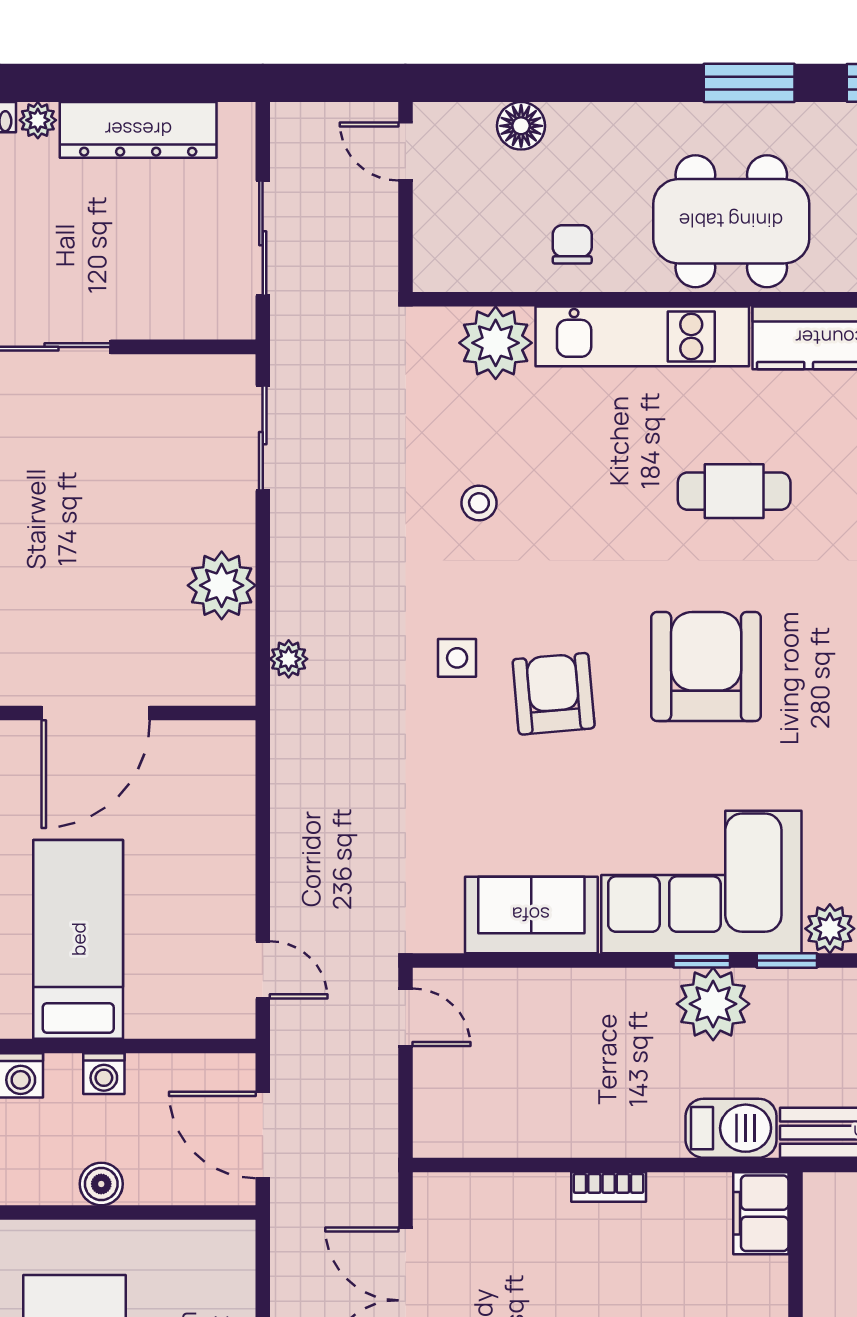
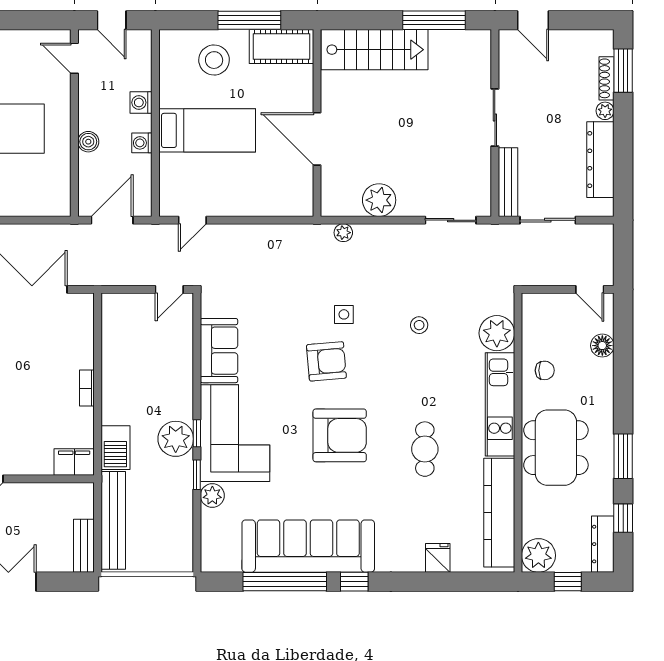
door: (405, 151) -> (590, 289), swing flipped
bench: (185, 320) -> (508, 182), added

